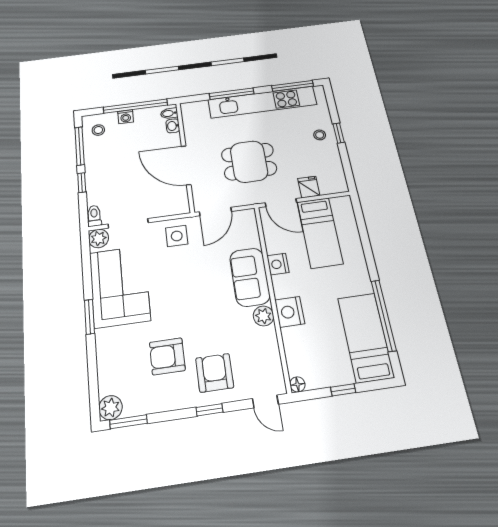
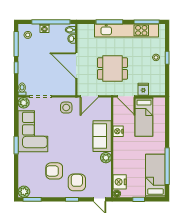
nightstand: (290, 312) -> (120, 182), moved

